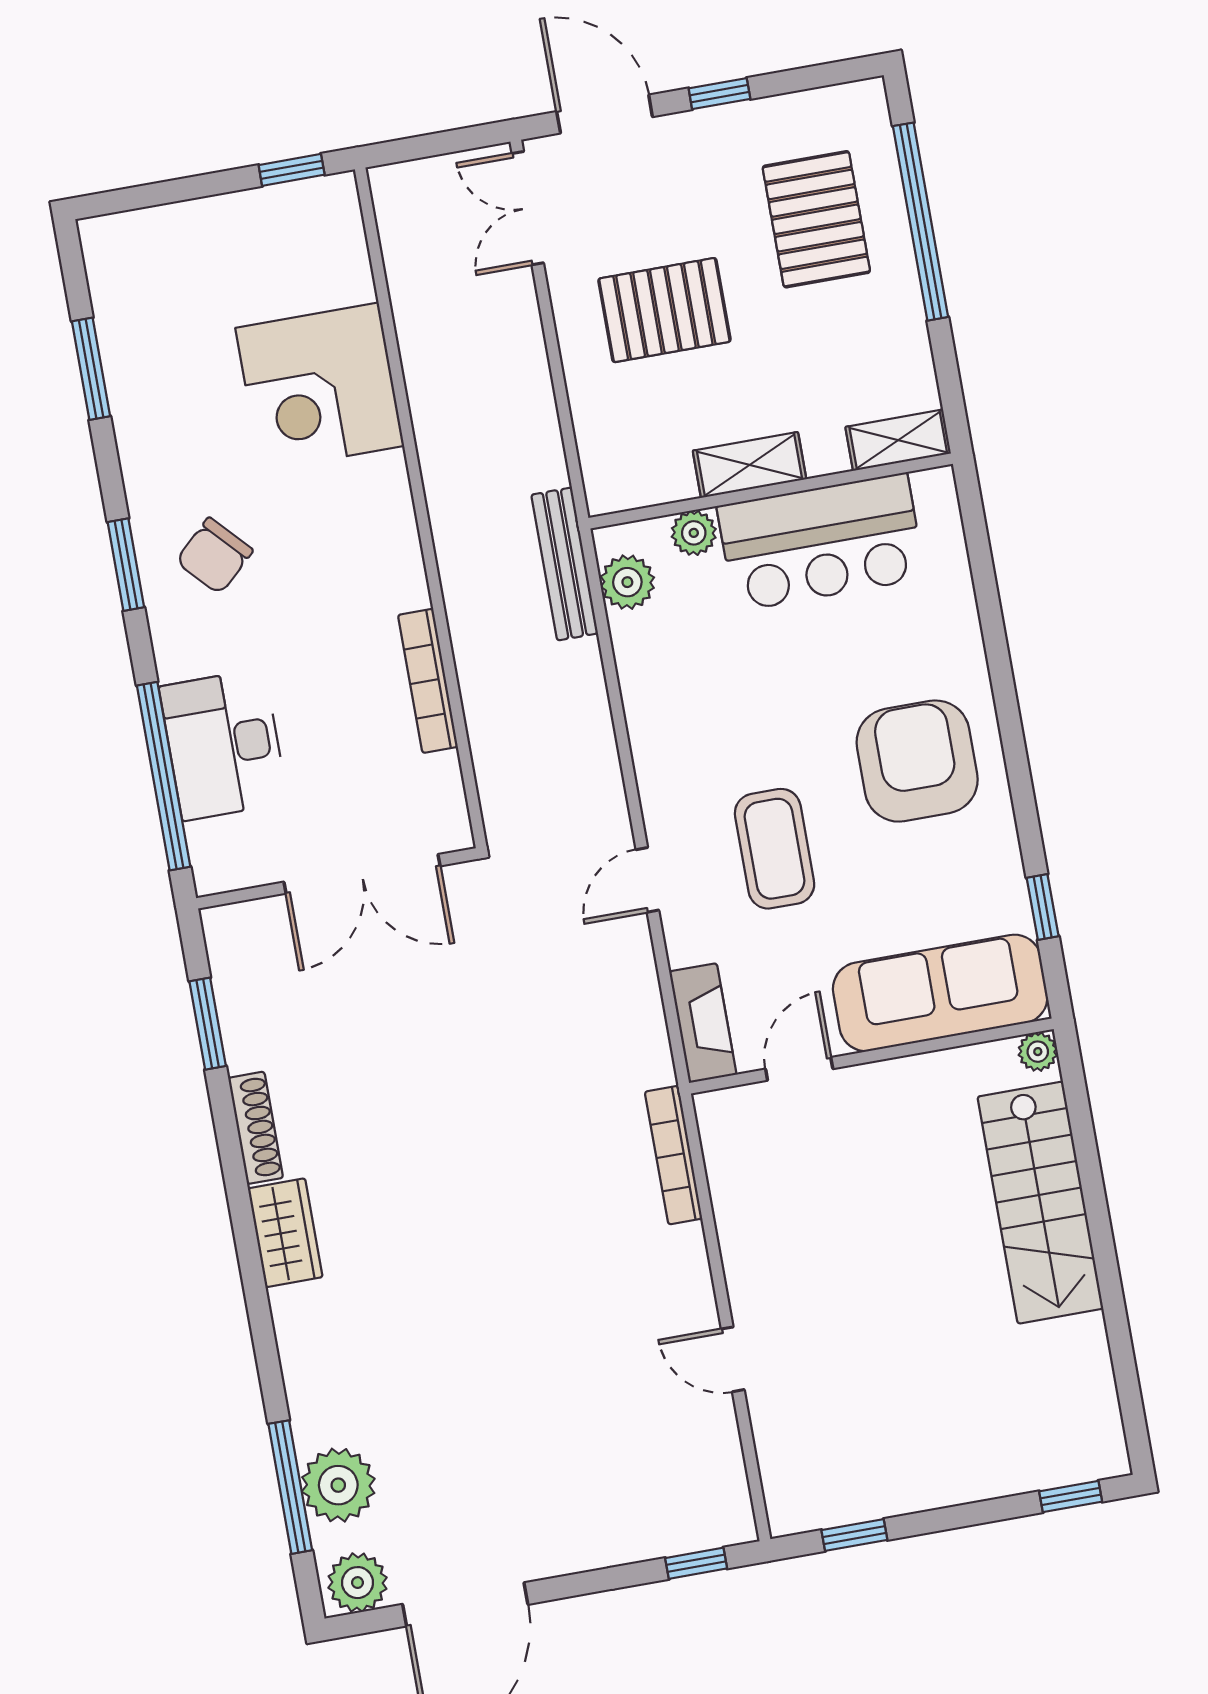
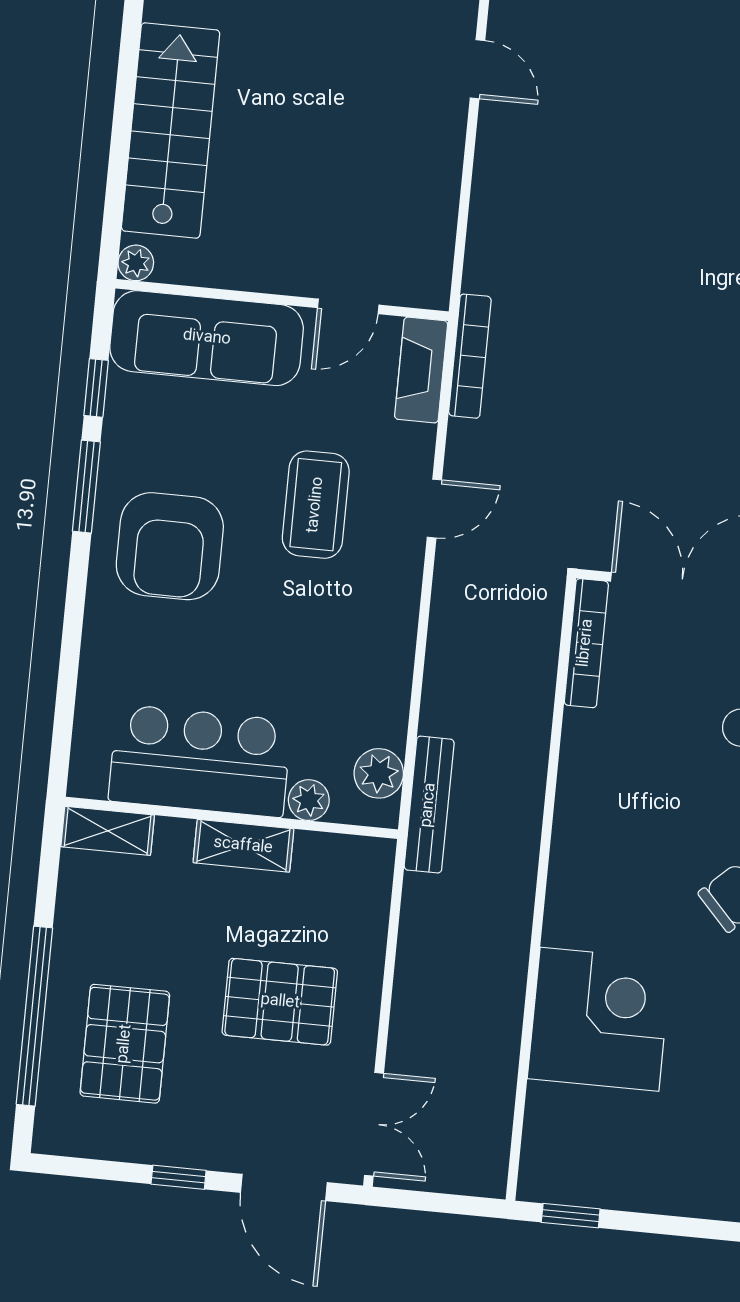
bookcase: (428, 681) -> (586, 643), moved
window: (1023, 799) -> (86, 487), added
bookcase: (673, 1155) -> (470, 356), moved

